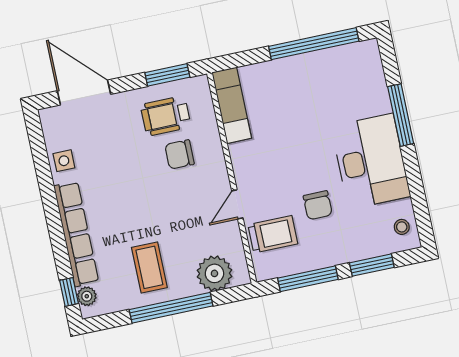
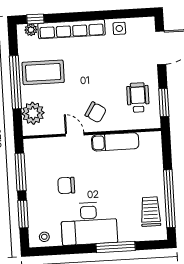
exam couch: (232, 105) -> (115, 142), moved
chair: (180, 154) -> (96, 112), moved, turned 122
trolley: (273, 234) -> (151, 212), moved, turned 180
coffee table: (149, 267) -> (43, 72), width x1.36, depth x1.32

